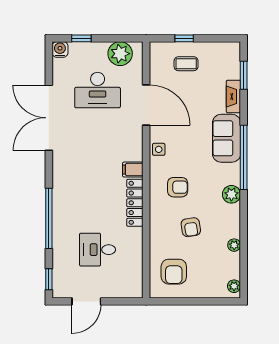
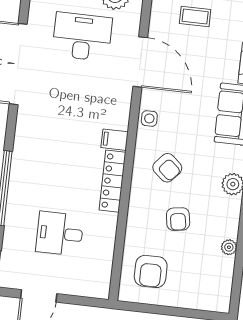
desk: (98, 90) -> (82, 37), turned 180
armchair: (178, 187) -> (167, 168), turned 41
plant: (234, 286) -> (223, 298), removed

